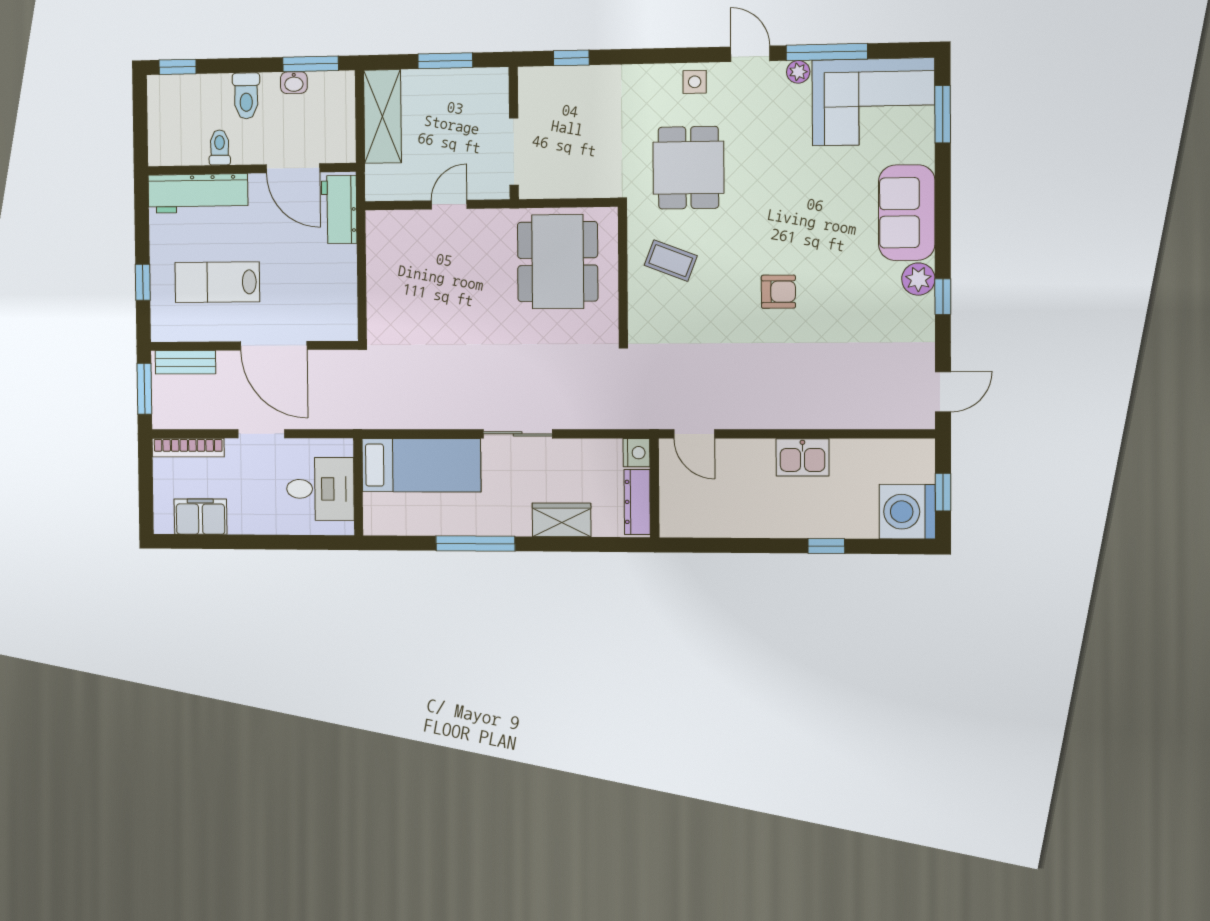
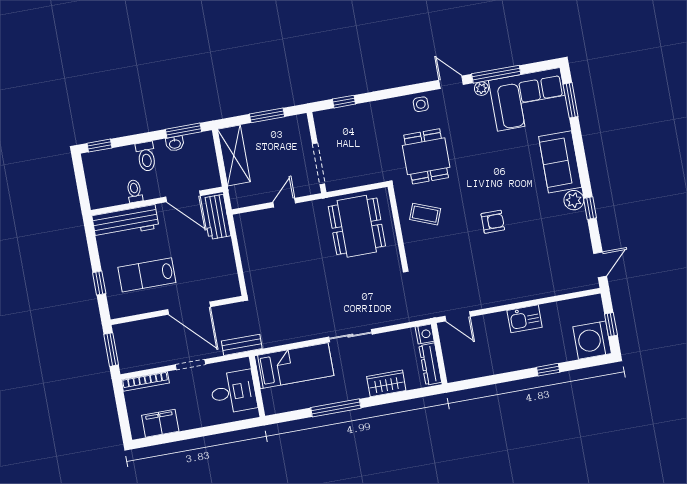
bench: (185, 362) -> (242, 345), moved

